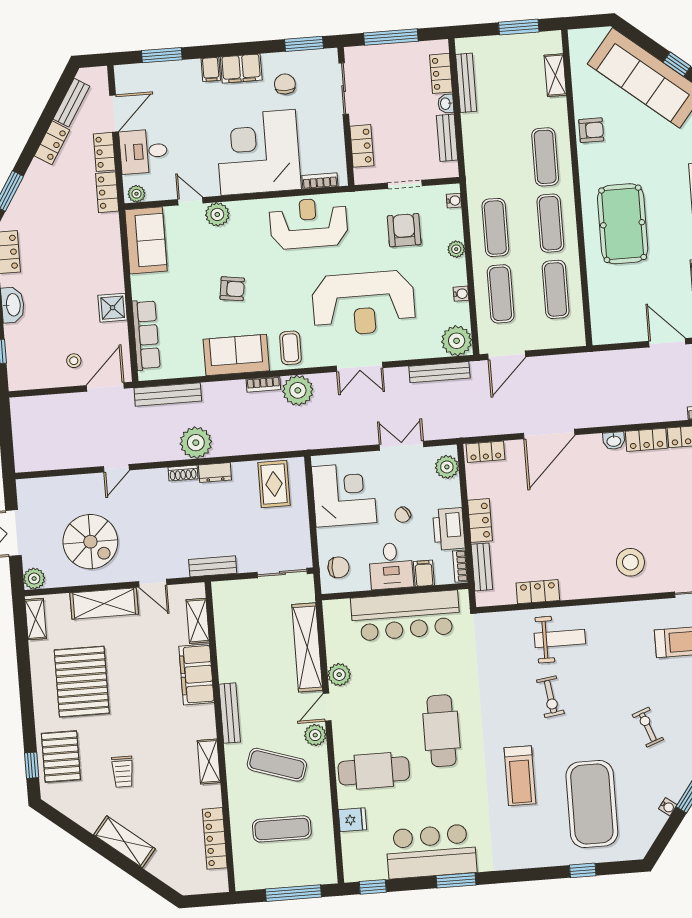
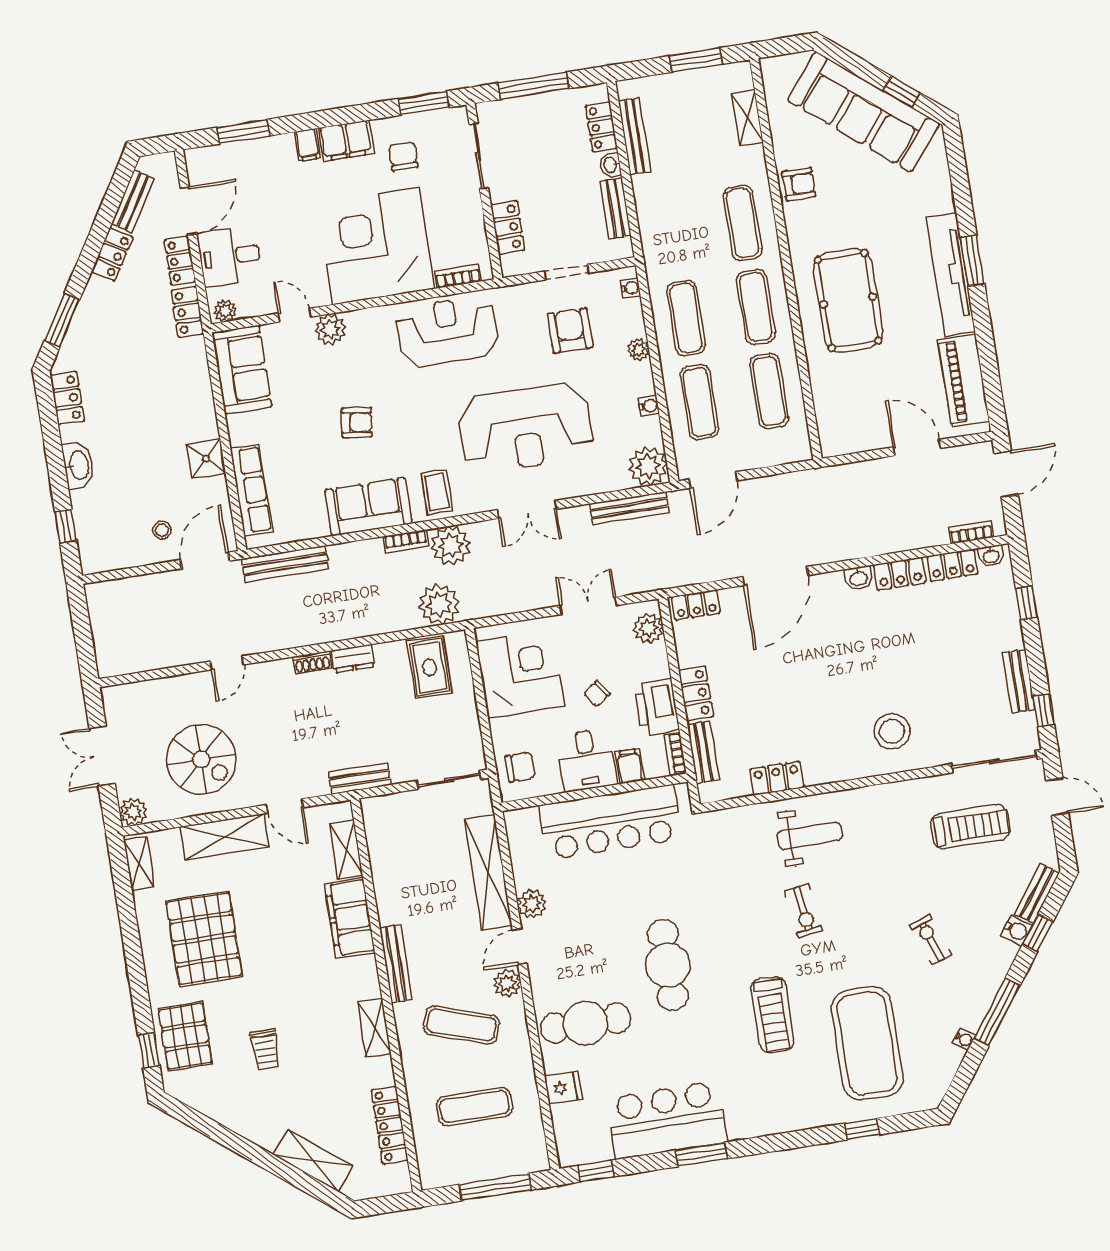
plant: (196, 443) -> (439, 604), moved
shelving: (124, 842) -> (313, 1160), moved

